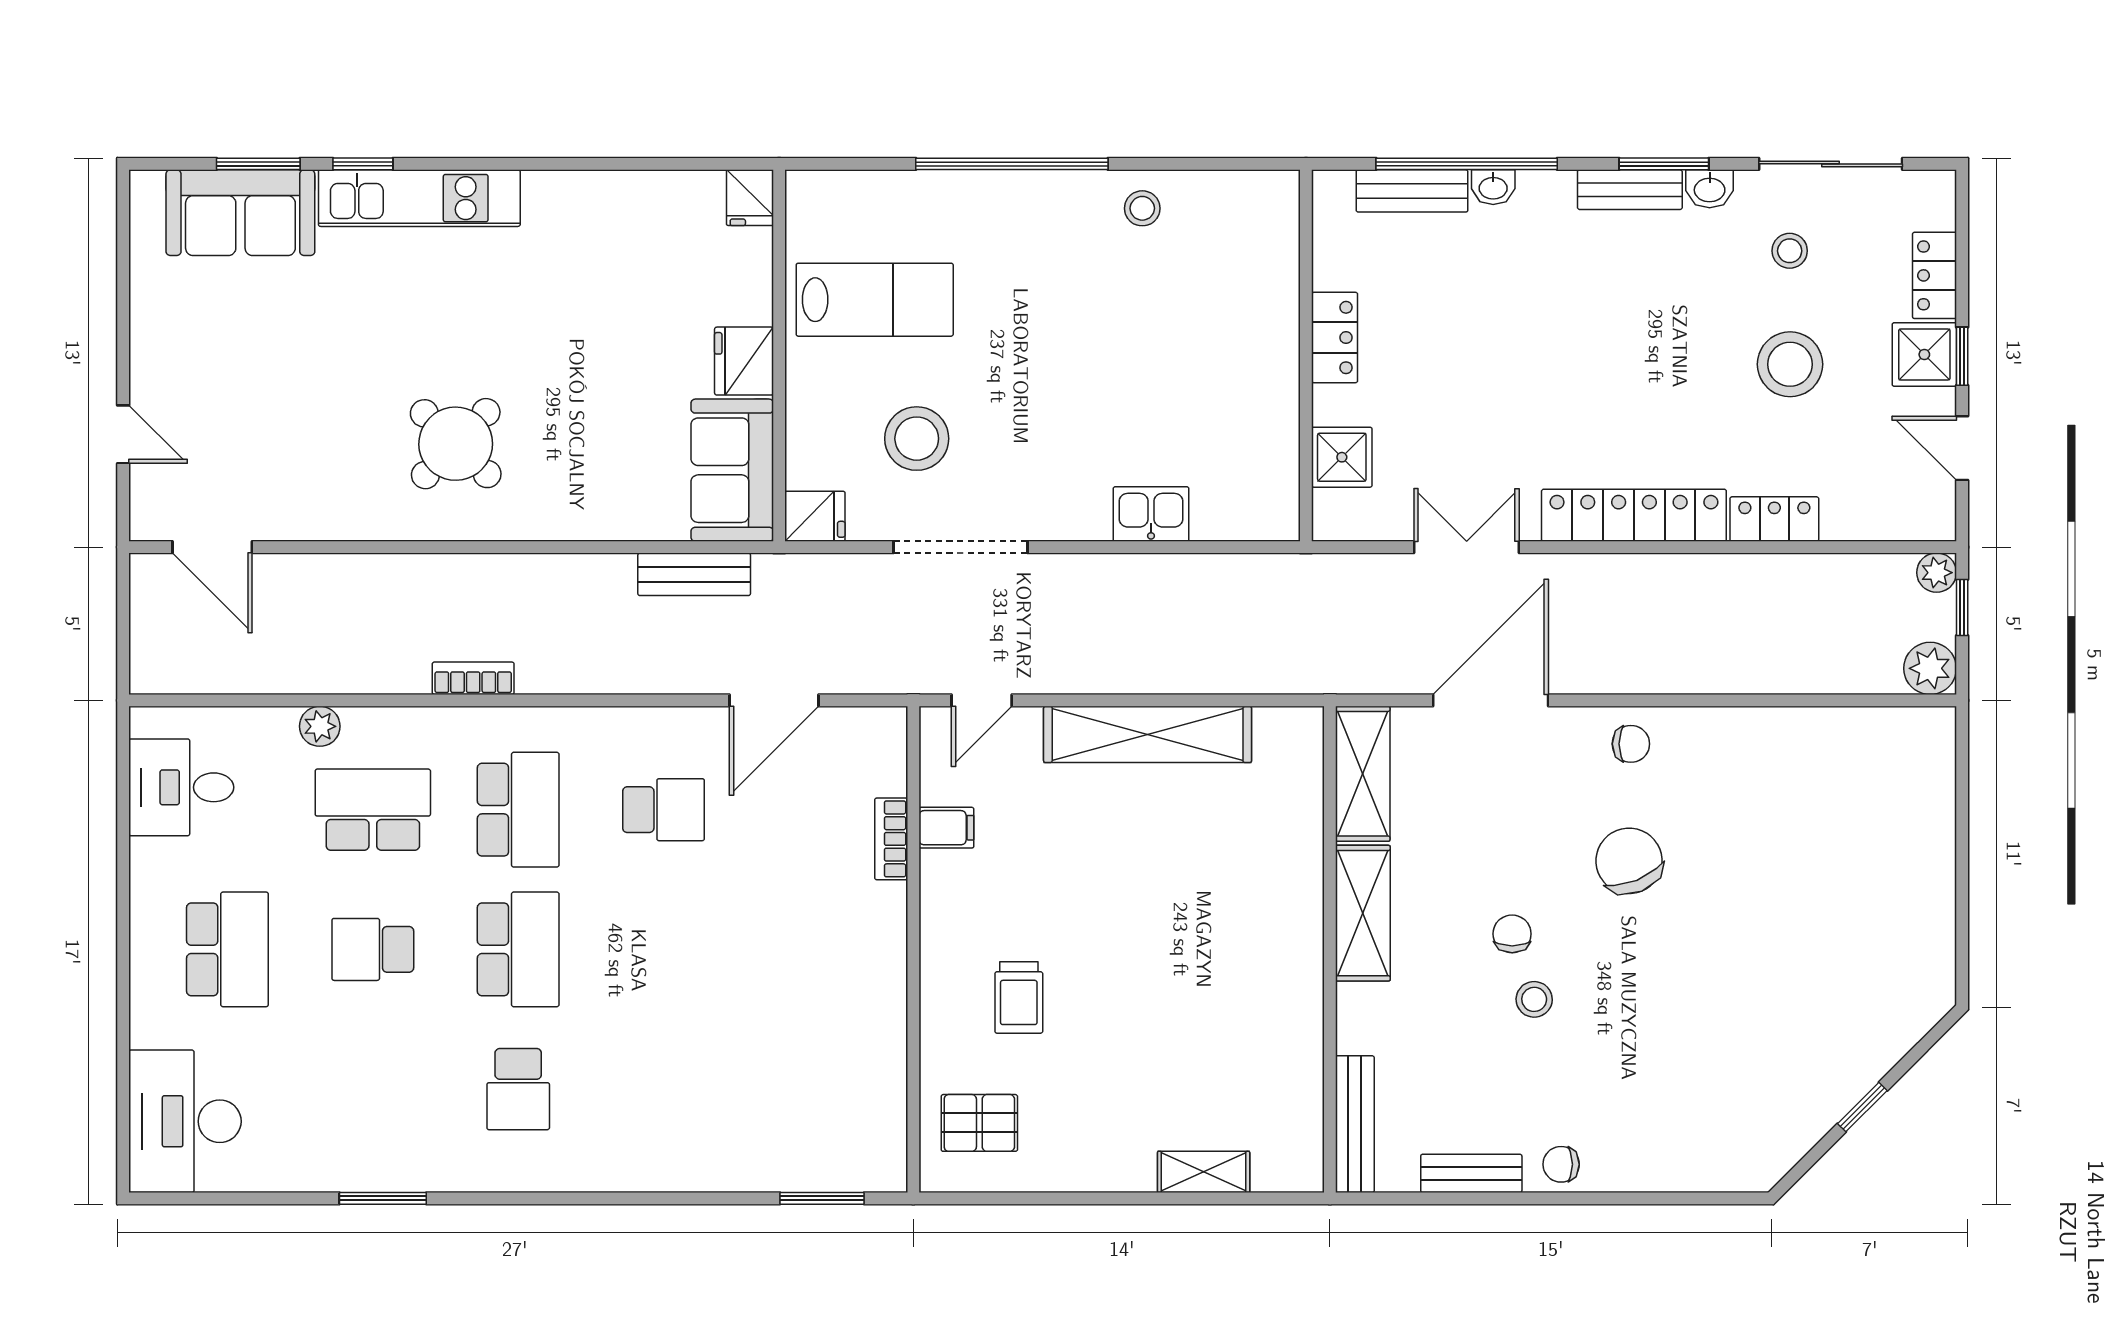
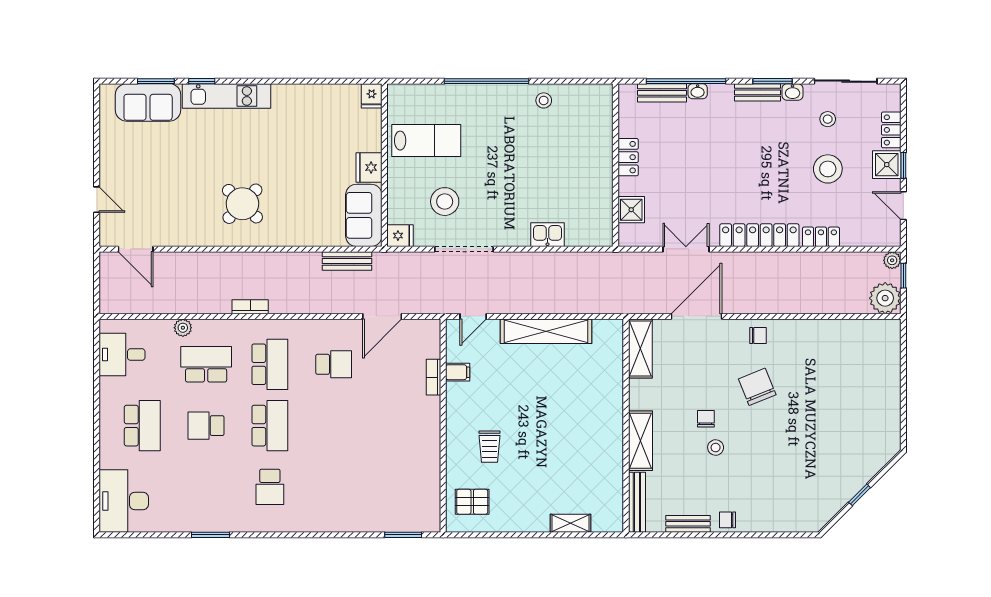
plant: (1930, 668) -> (885, 298), width x1.36, depth x1.36
shelving: (1363, 913) -> (640, 441), moved

